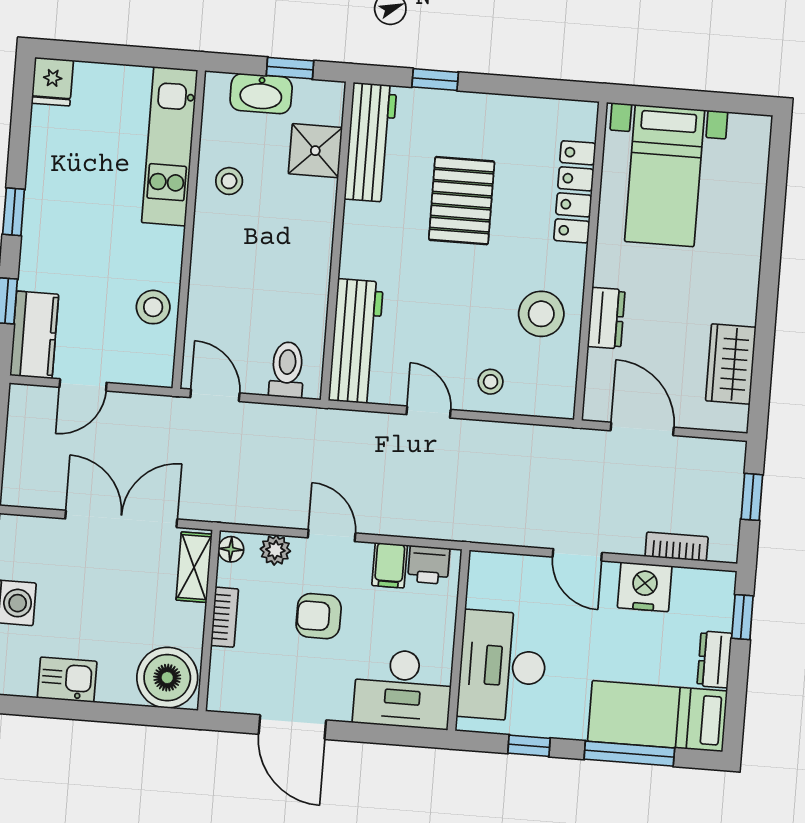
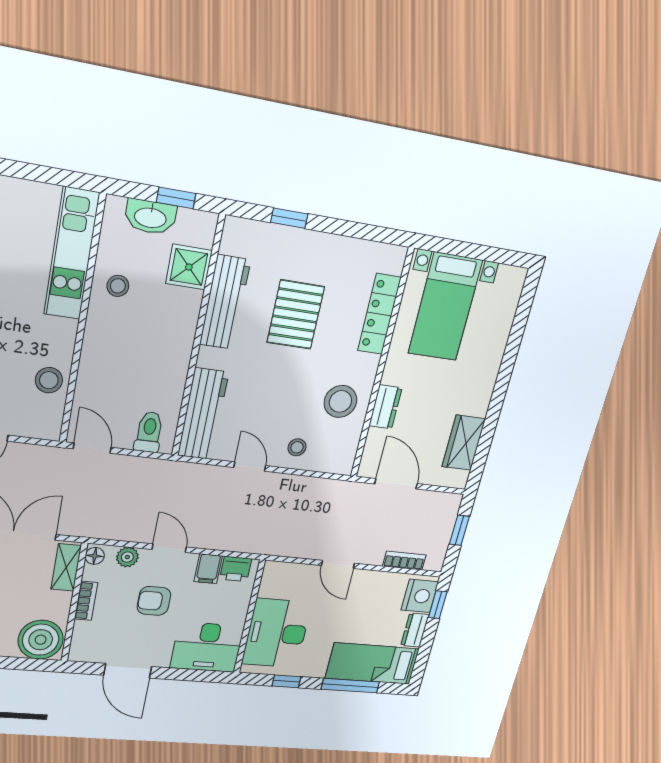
workbench: (371, 142) -> (225, 302), moved
nightstand: (645, 587) -> (420, 596), moved, turned 90

